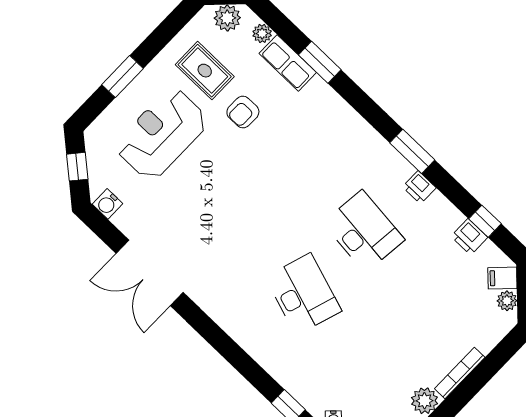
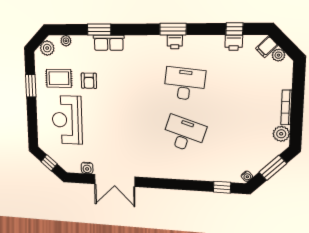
row of seats: (288, 63) -> (109, 43), moved
window: (123, 77) -> (31, 86), moved
printer: (419, 187) -> (175, 42), moved
water cooler: (107, 204) -> (87, 168), moved

